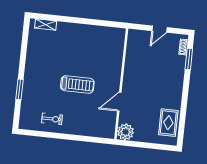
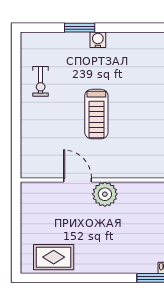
water cooler: (29, 78) -> (98, 40), added
plant: (126, 132) -> (105, 194), moved

